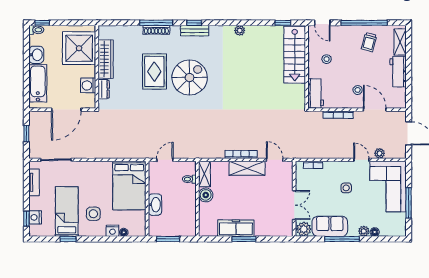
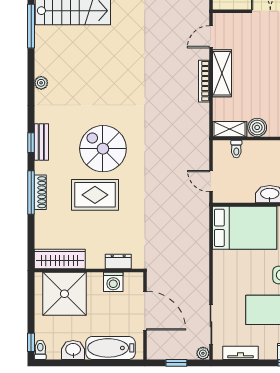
window: (283, 23) -> (31, 26), width x2.17
wardrobe: (106, 59) -> (60, 259), moved
plant: (34, 154) -> (203, 353), added

